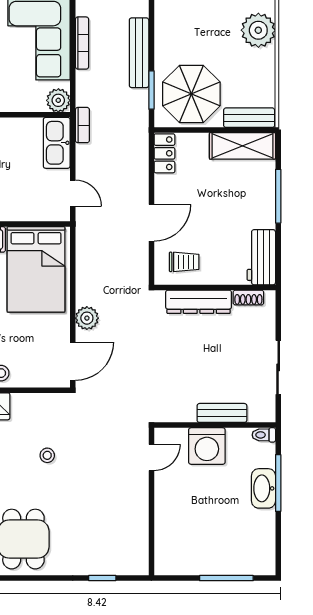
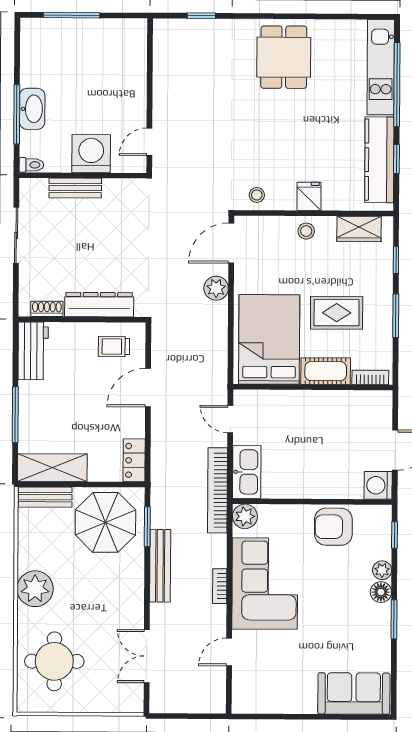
bookcase: (82, 43) -> (220, 586), width x0.64
bookcase: (82, 125) -> (217, 490), width x2.31, depth x1.31
stool: (47, 455) -> (257, 195), moved

